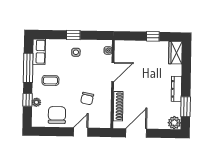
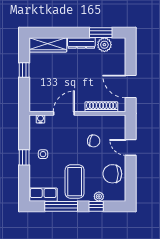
wardrobe: (175, 53) -> (48, 45), width x1.50
door: (113, 72) -> (64, 113), hinge flipped
coffee table: (50, 80) -> (75, 182), width x1.86, depth x1.72
plant: (174, 123) -> (104, 45), moved

